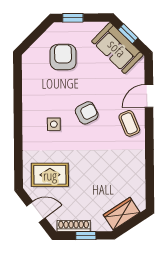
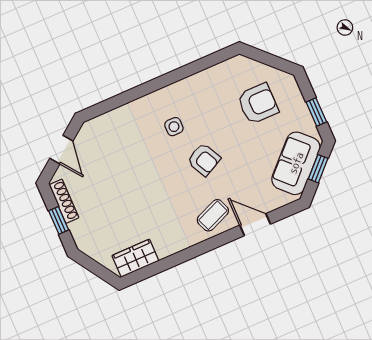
window: (73, 18) -> (316, 112), moved
rug: (50, 175) -> (112, 147), removed
wardrobe: (122, 214) -> (135, 258), moved, turned -57

